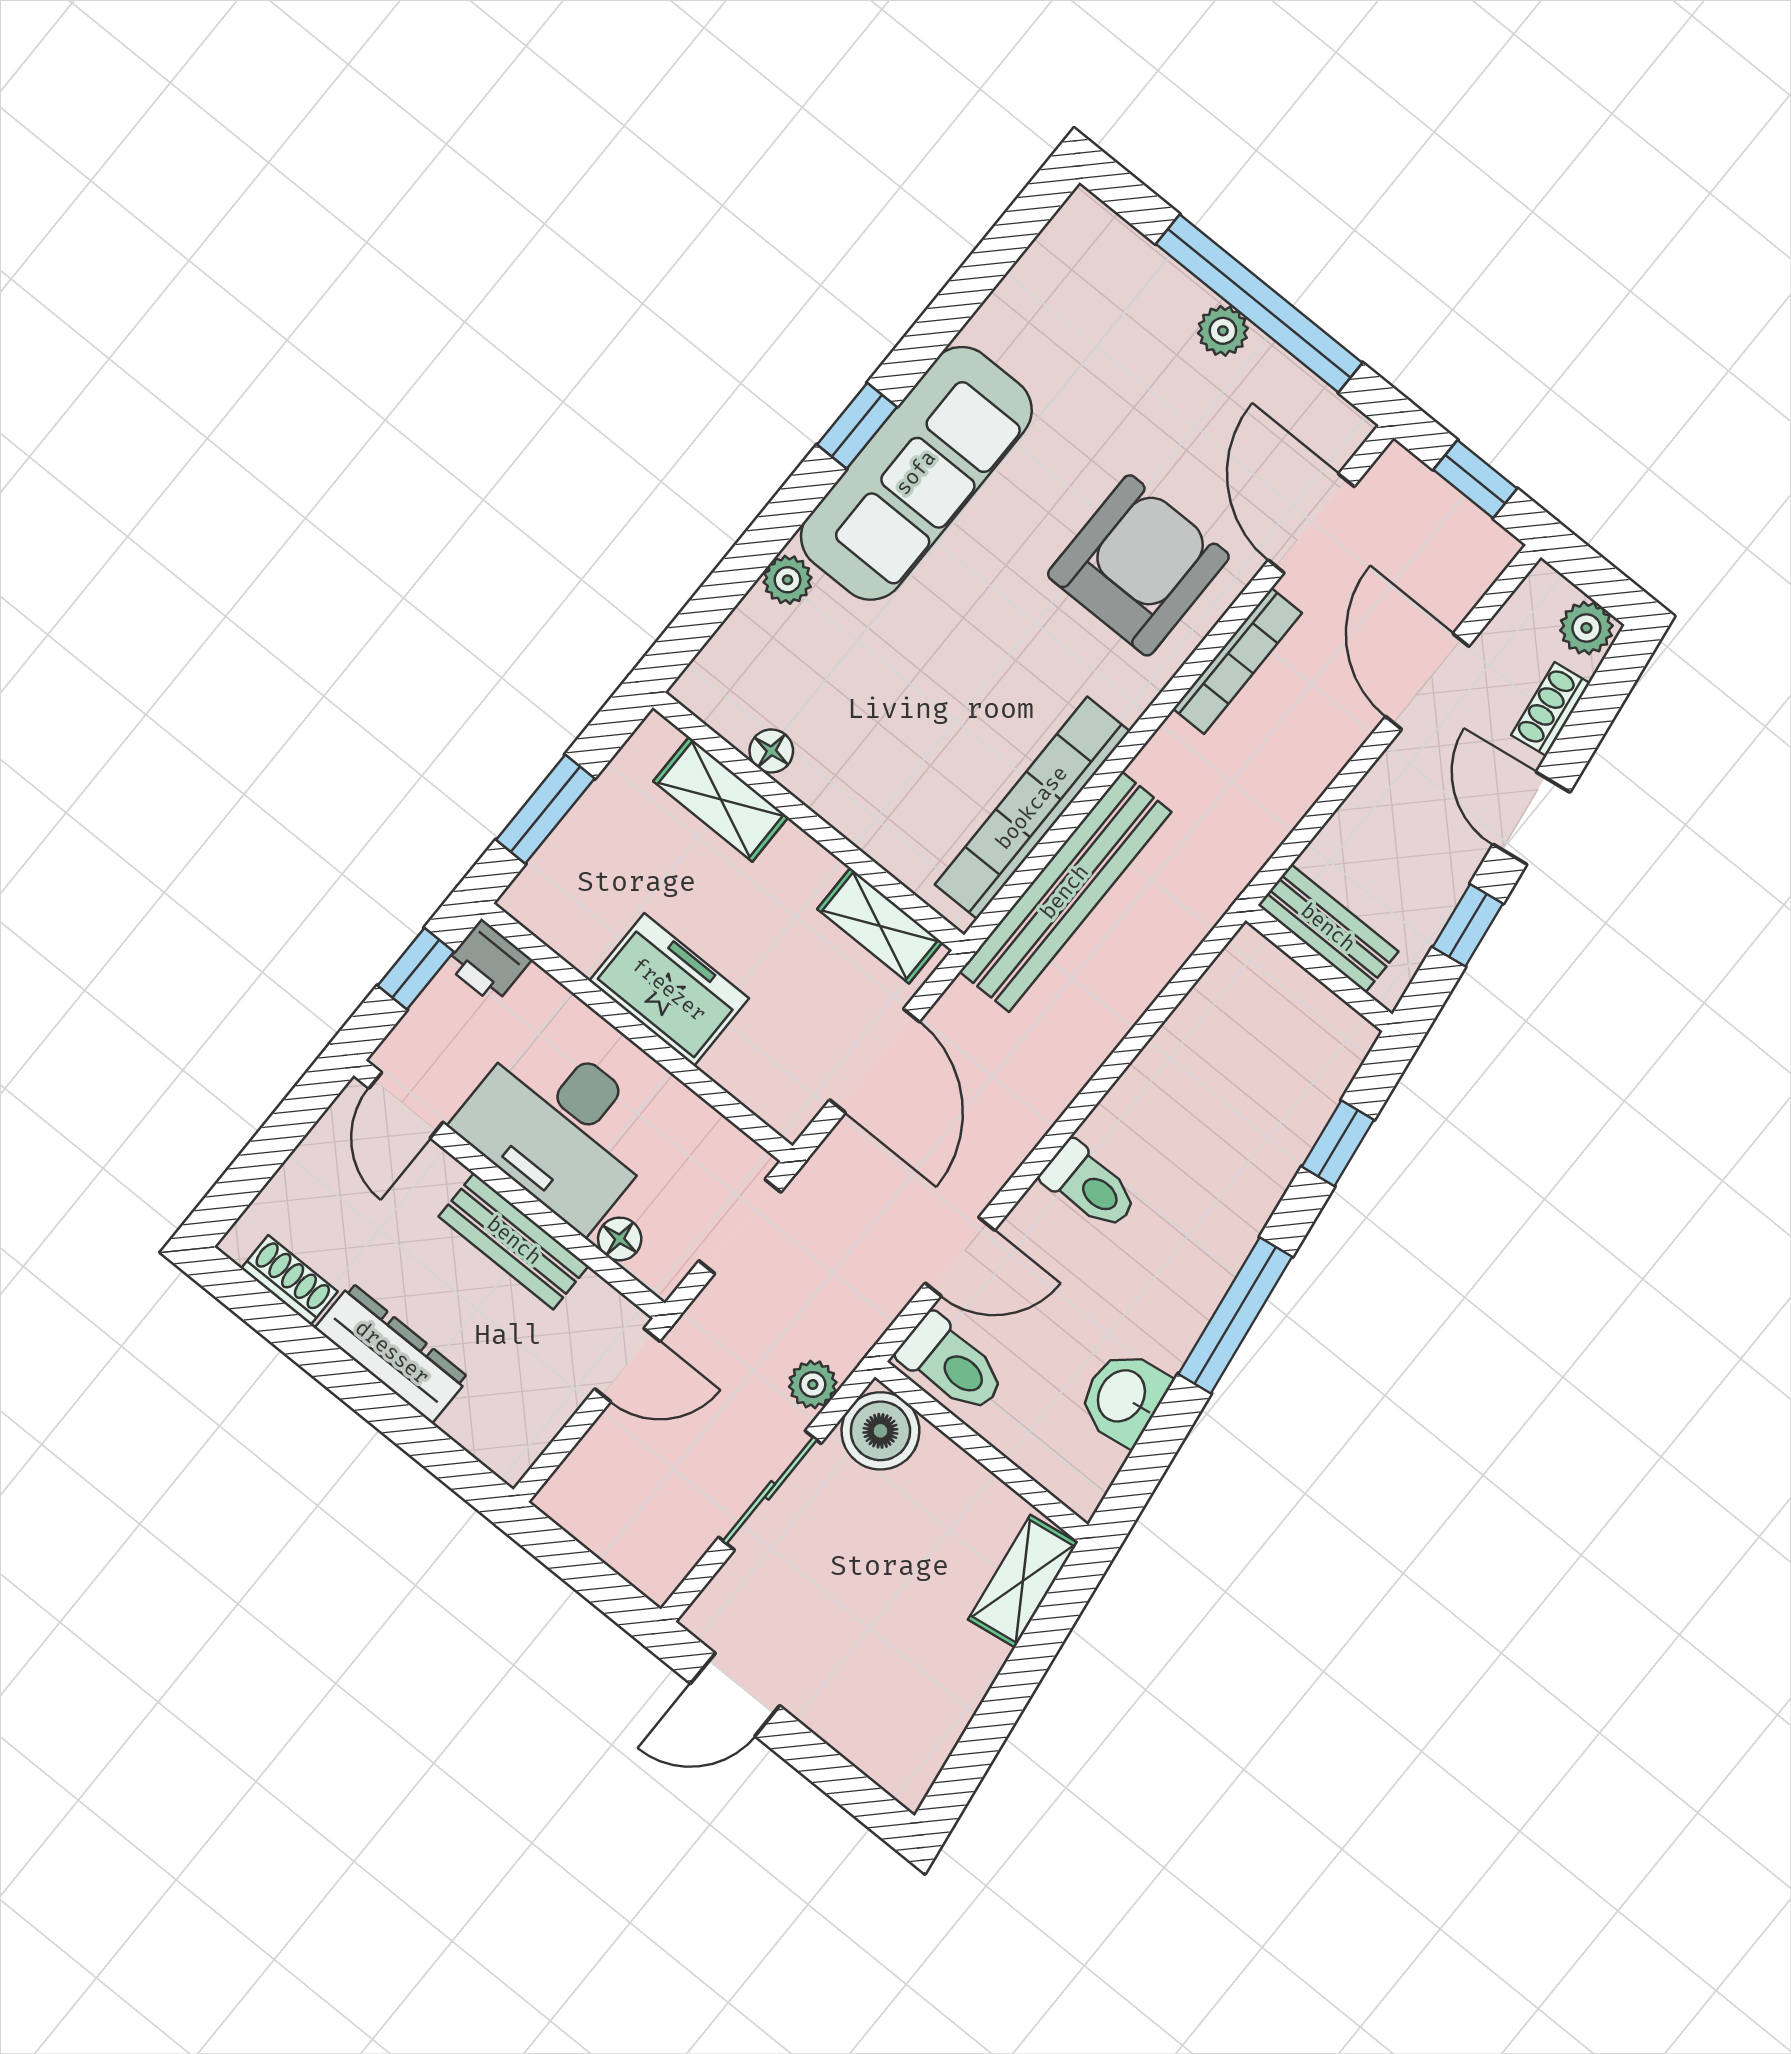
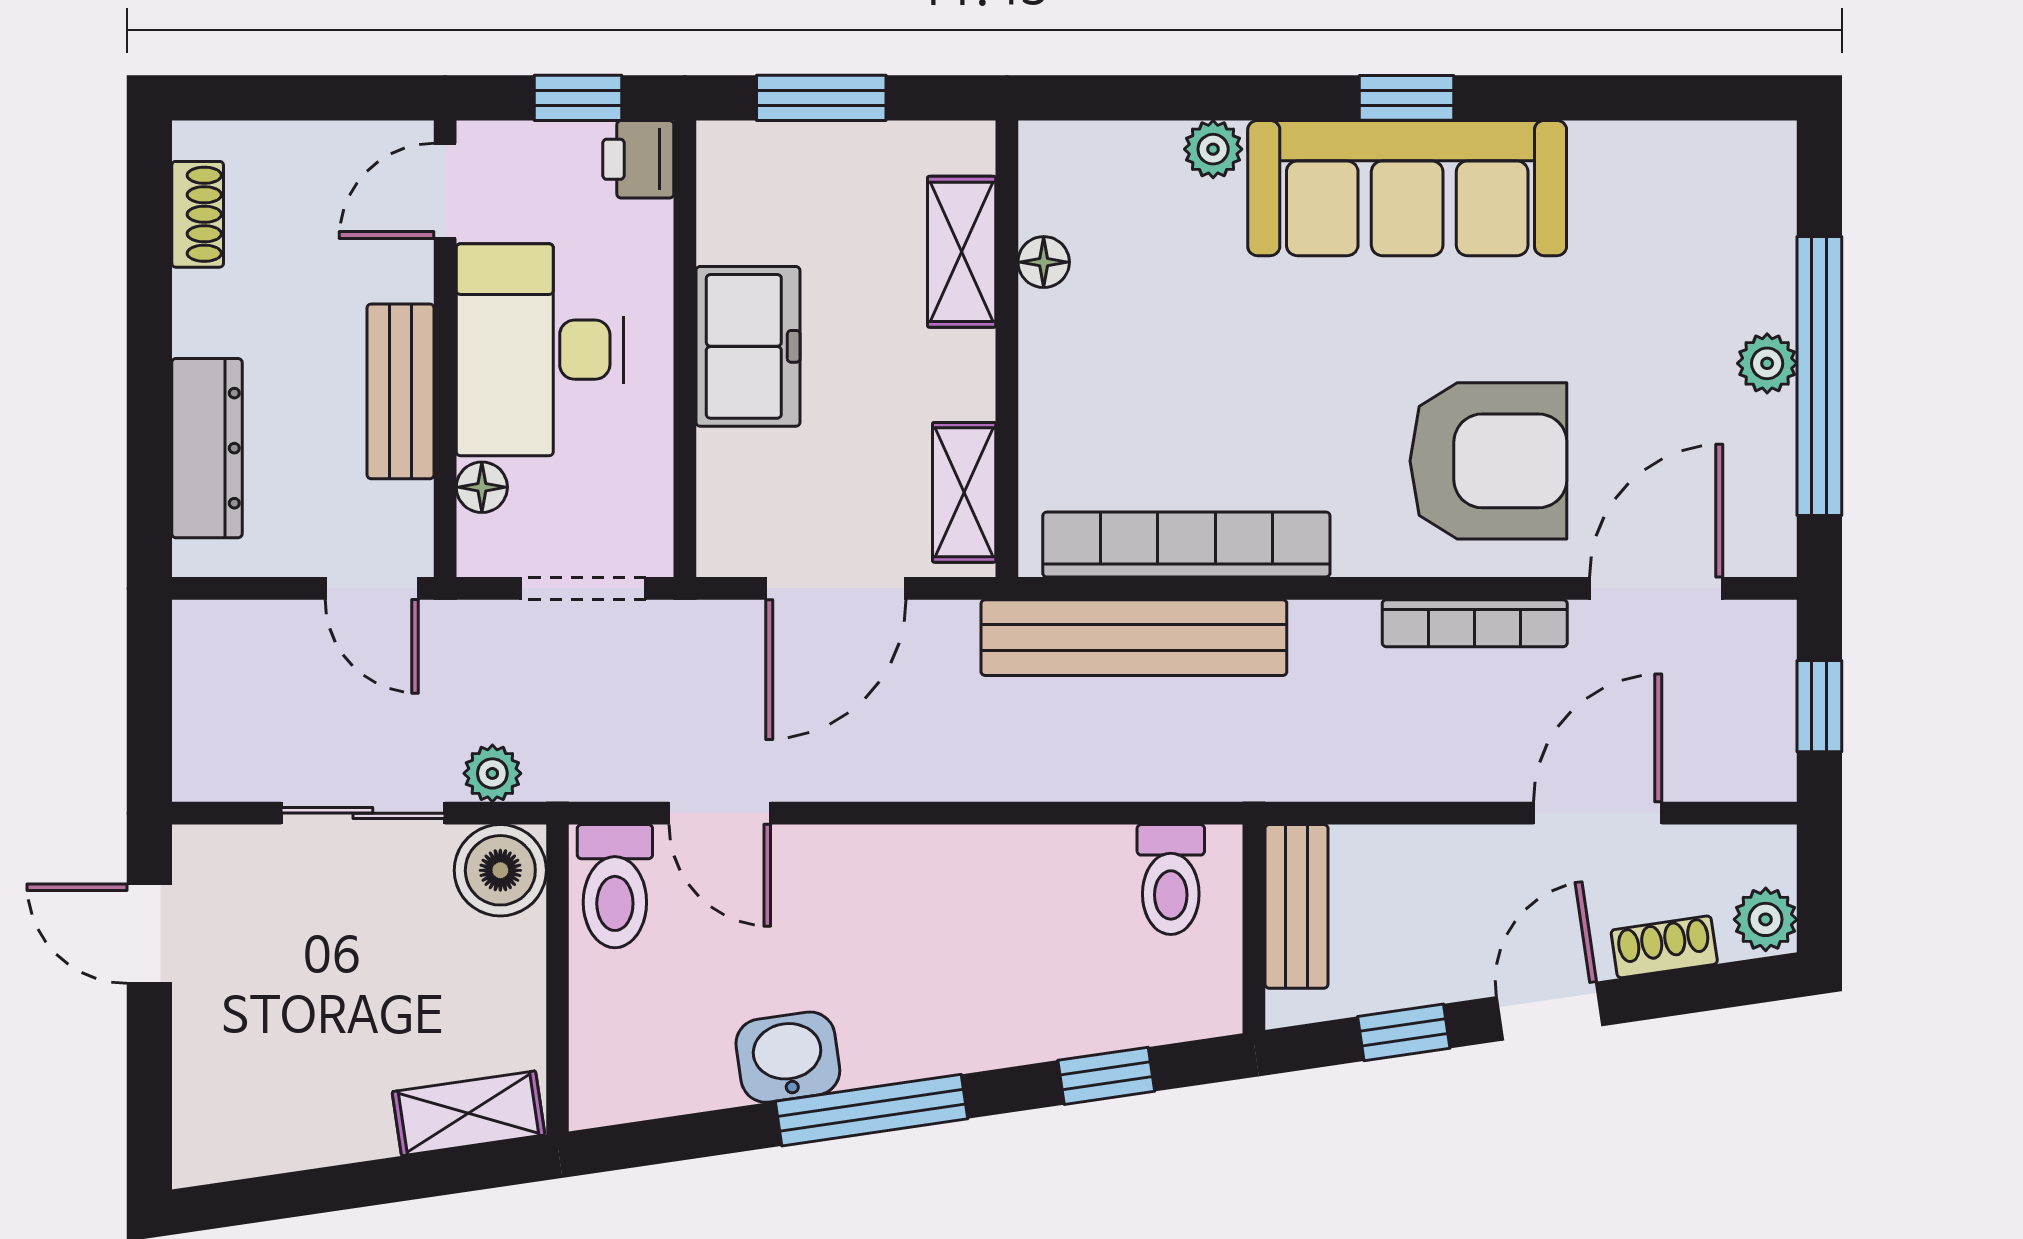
toilet: (1090, 1186) -> (1171, 880), moved
dresser: (392, 1353) -> (207, 448), moved
washbasin: (1123, 1397) -> (788, 1057), moved

